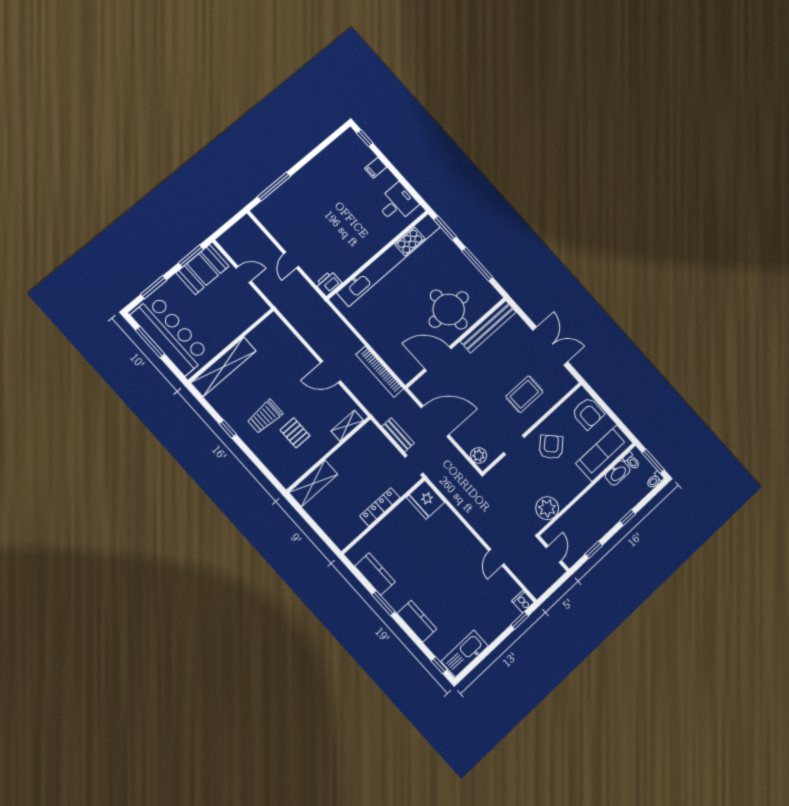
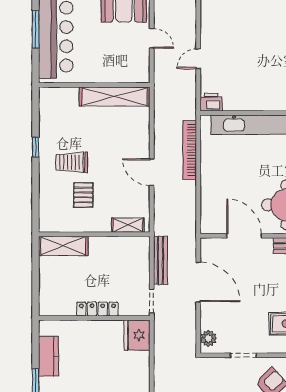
shelving: (223, 367) -> (115, 97), moved
bookcase: (380, 372) -> (190, 150), moved
bench: (398, 435) -> (160, 260), width x1.36

